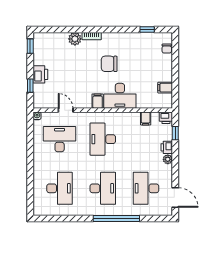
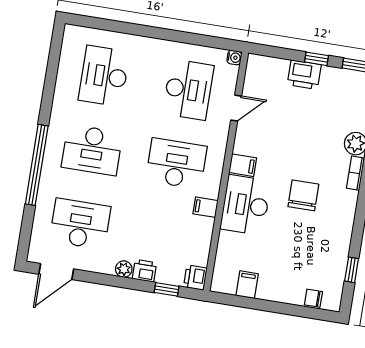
window: (30, 86) -> (316, 59), moved
filing cabinet: (146, 118) -> (205, 207), moved
desk: (60, 188) -> (104, 76), turned 90

